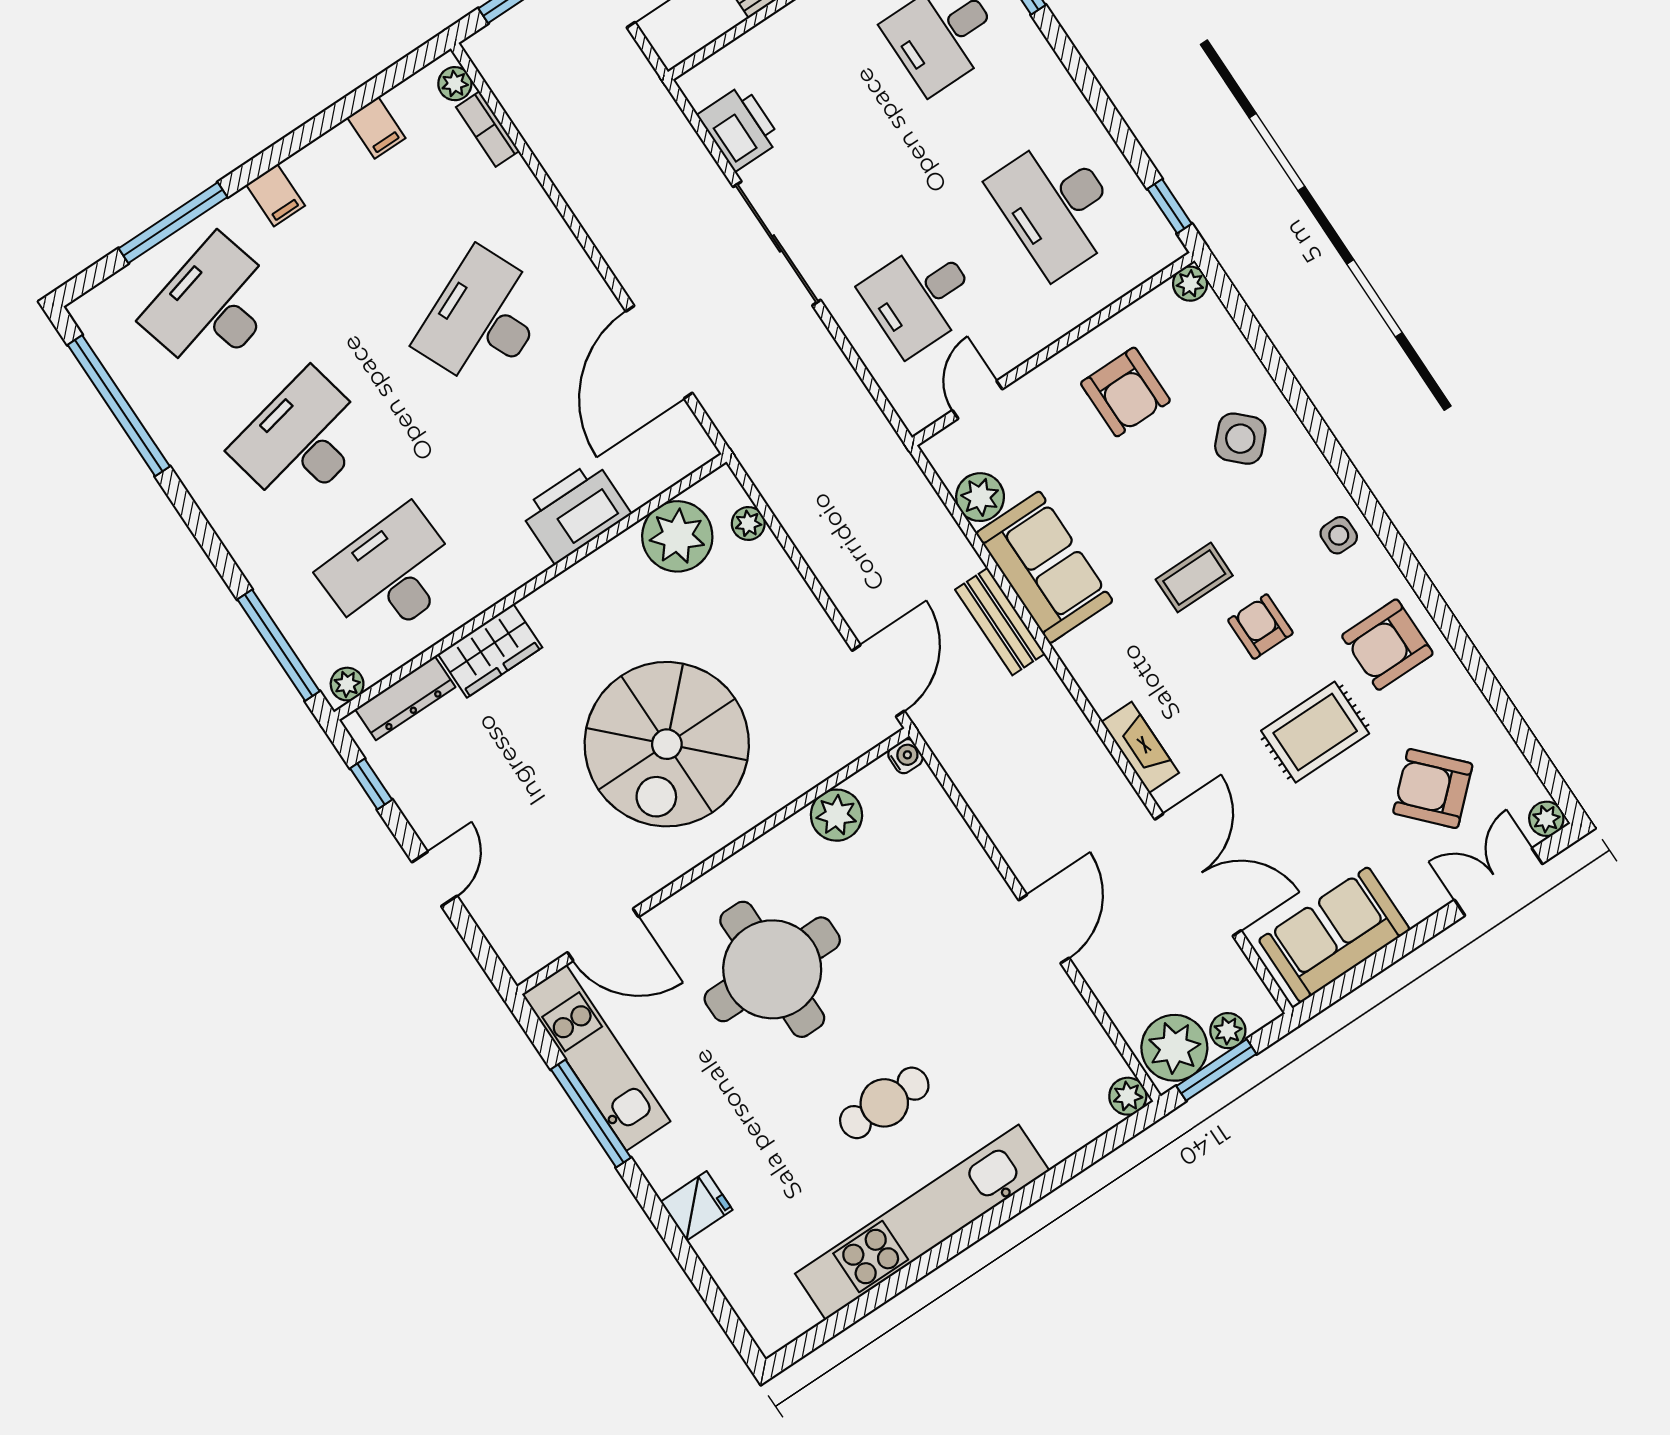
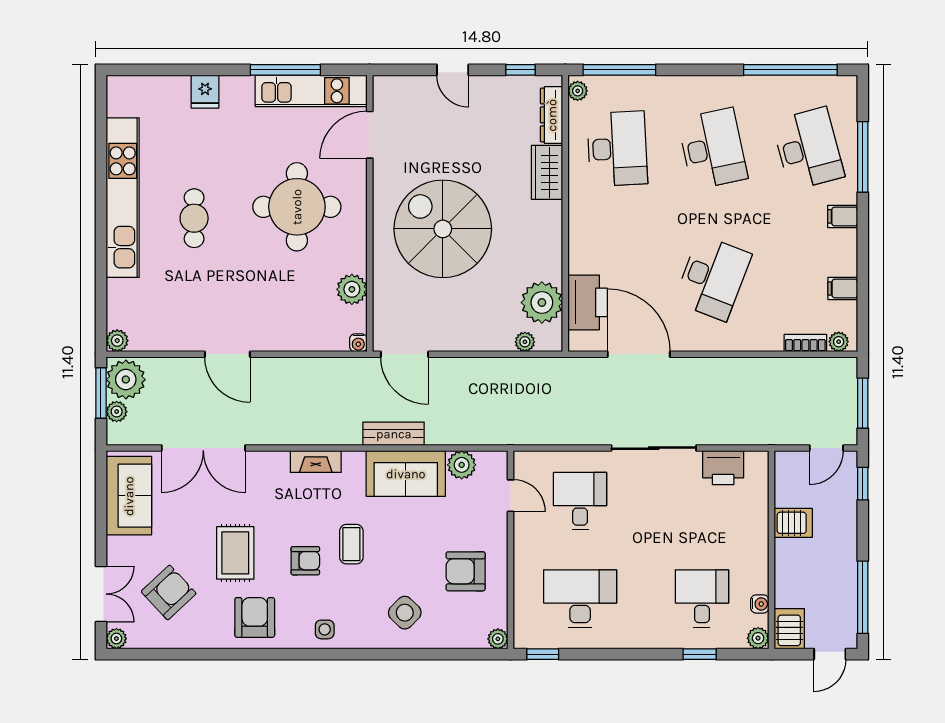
desk: (483, 320) -> (713, 278), turned 45
printer: (575, 512) -> (588, 302), moved
fireplace: (1140, 747) -> (316, 462), moved

